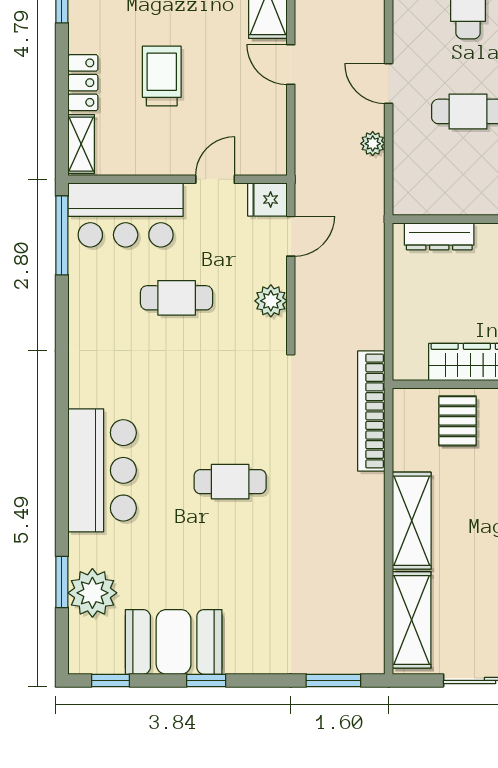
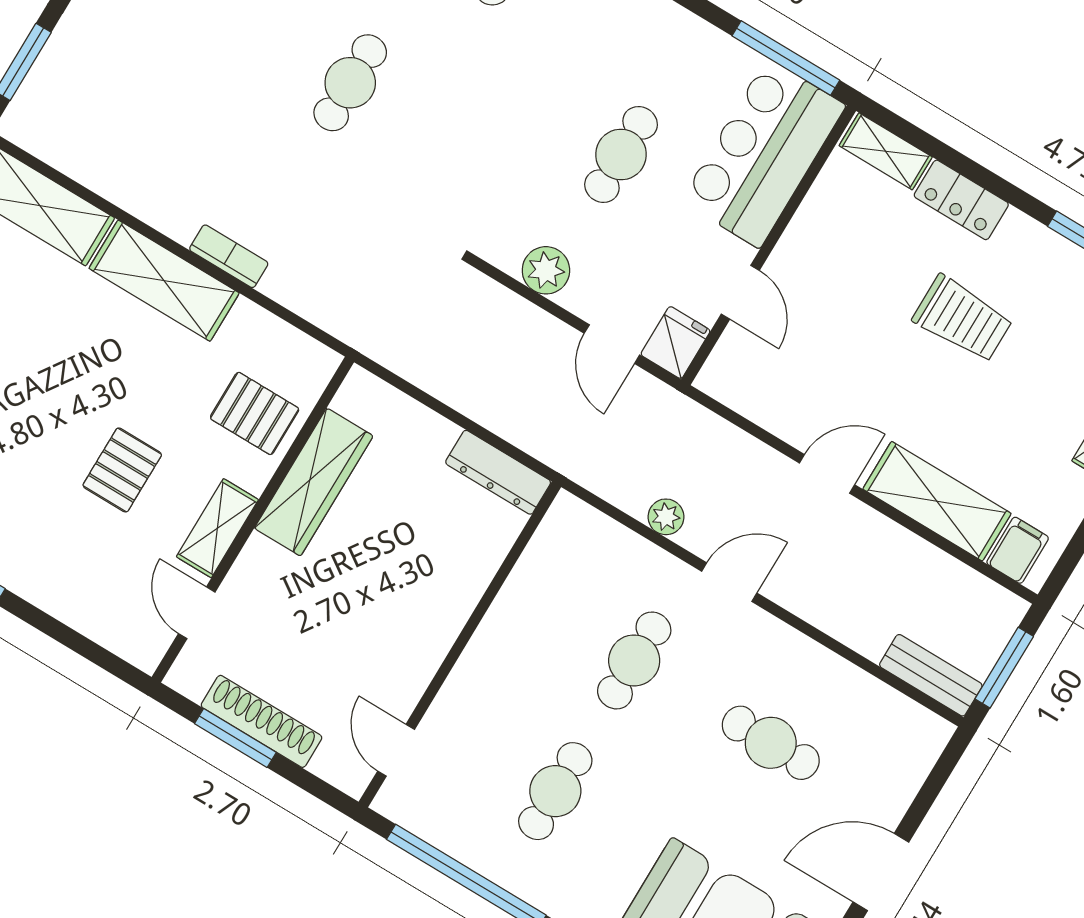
trolley: (162, 76) -> (963, 319), moved
dresser: (439, 236) -> (498, 472), moved, turned -90
bookcase: (371, 411) -> (229, 256), moved, width x0.43, depth x0.76

